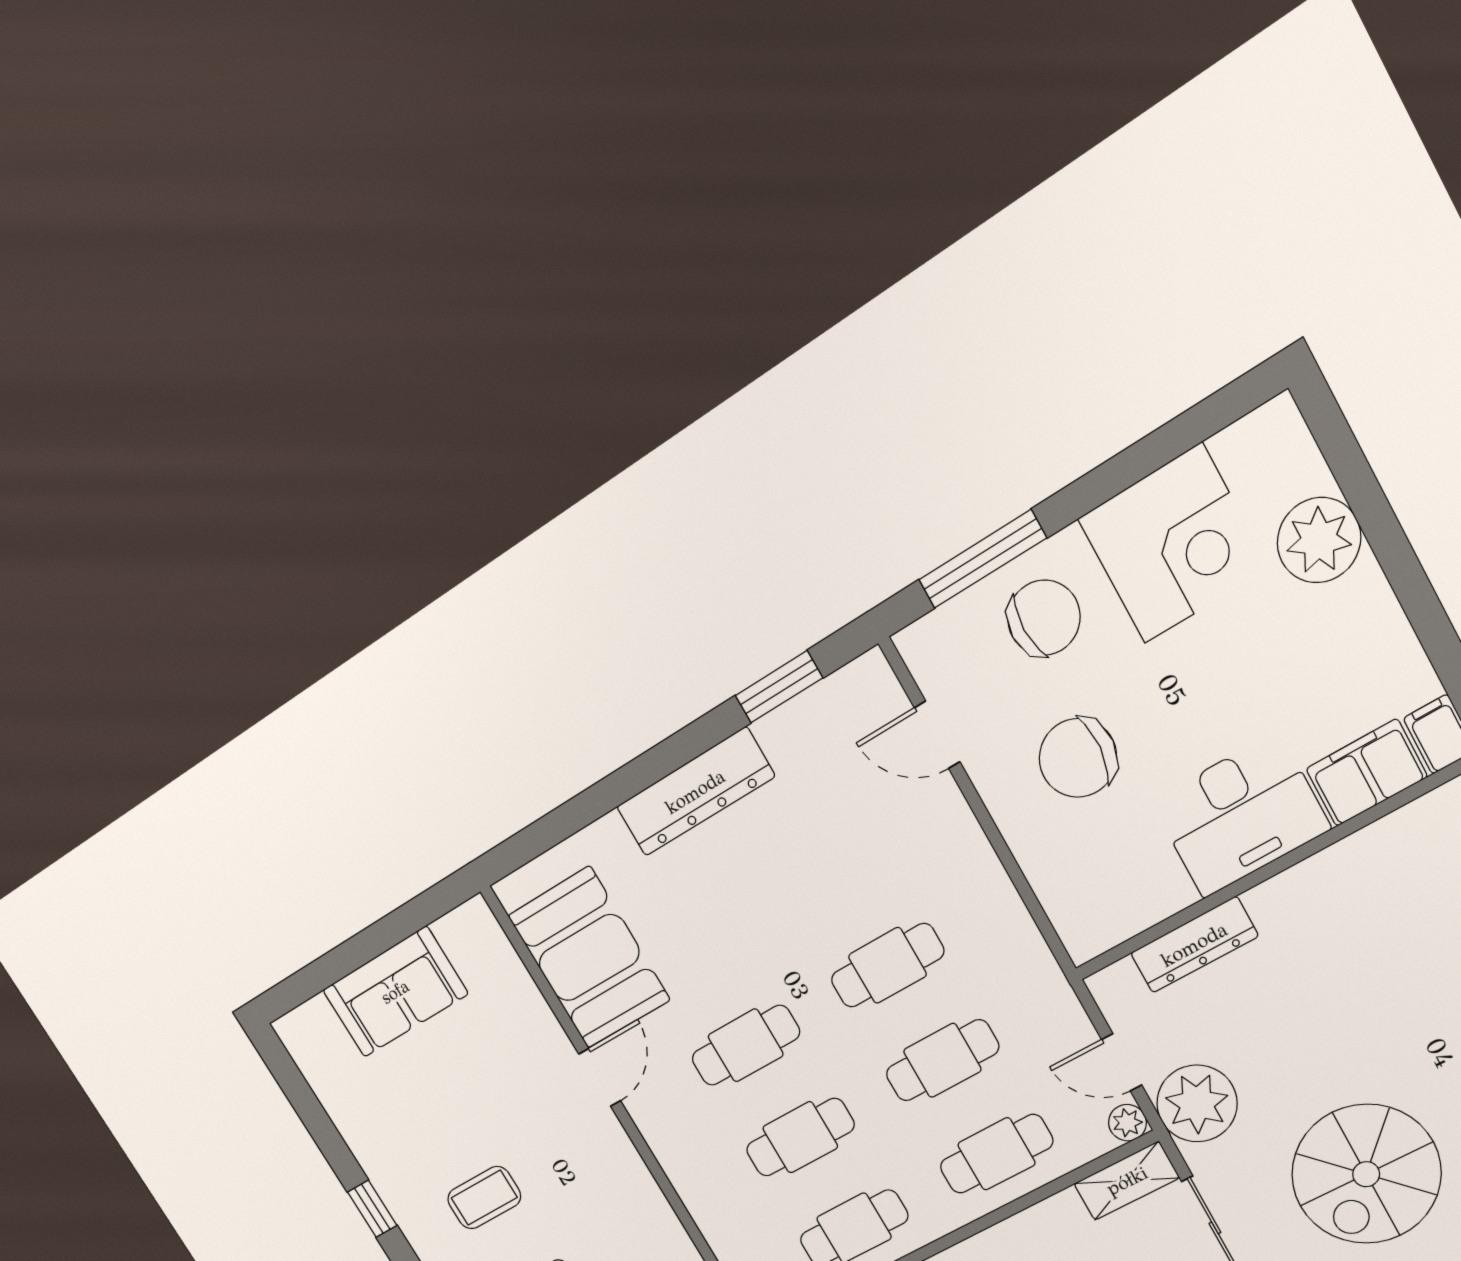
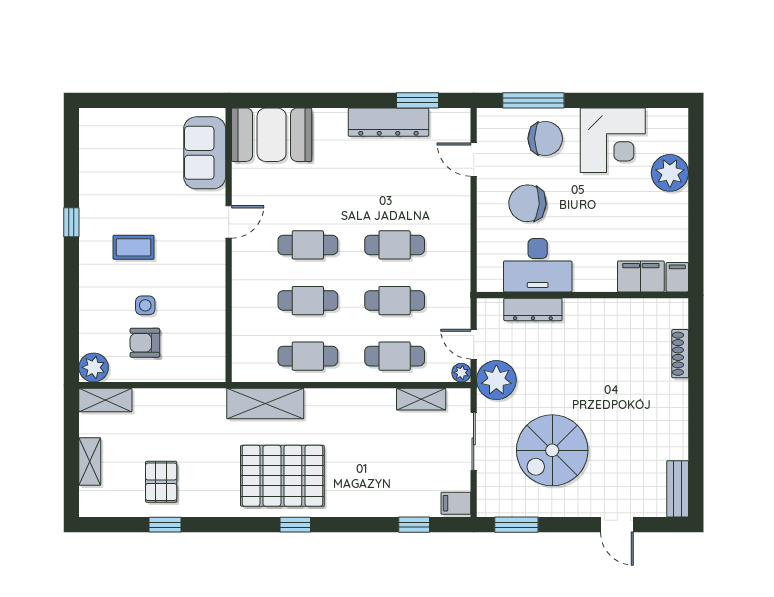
dresser: (695, 792) -> (388, 122), moved
desk: (1241, 815) -> (538, 265), moved
booth: (589, 958) -> (272, 135), moved, turned 90
sofa: (395, 992) -> (205, 153), moved, turned 90
shelving: (1127, 1181) -> (421, 399), moved

